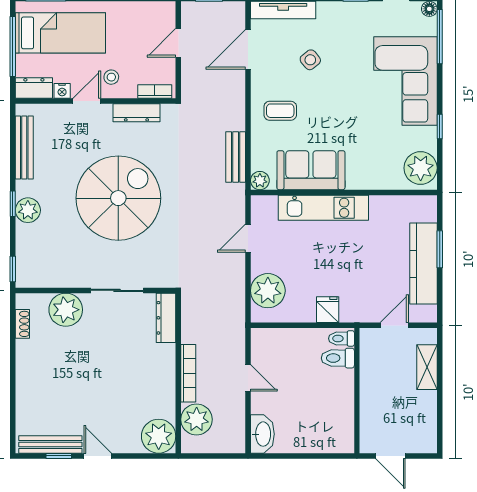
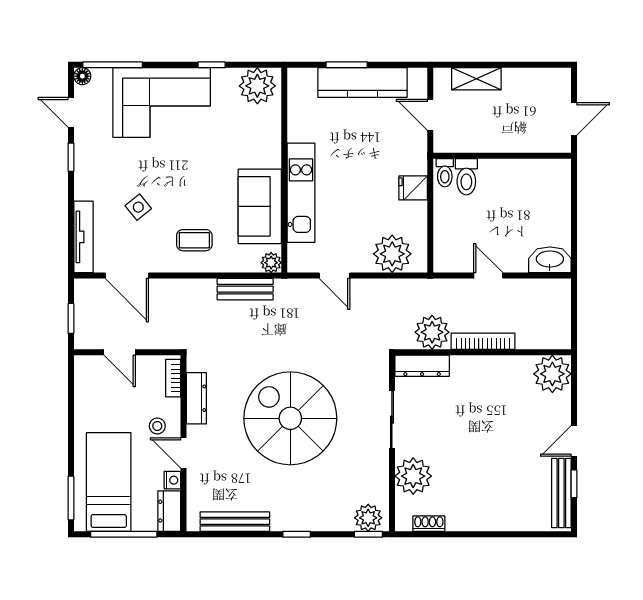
coffee table: (280, 111) -> (194, 240), turned 90
plant: (28, 210) -> (368, 518), moved
door: (248, 378) -> (488, 276), hinge flipped
plant: (197, 419) -> (432, 332), moved

